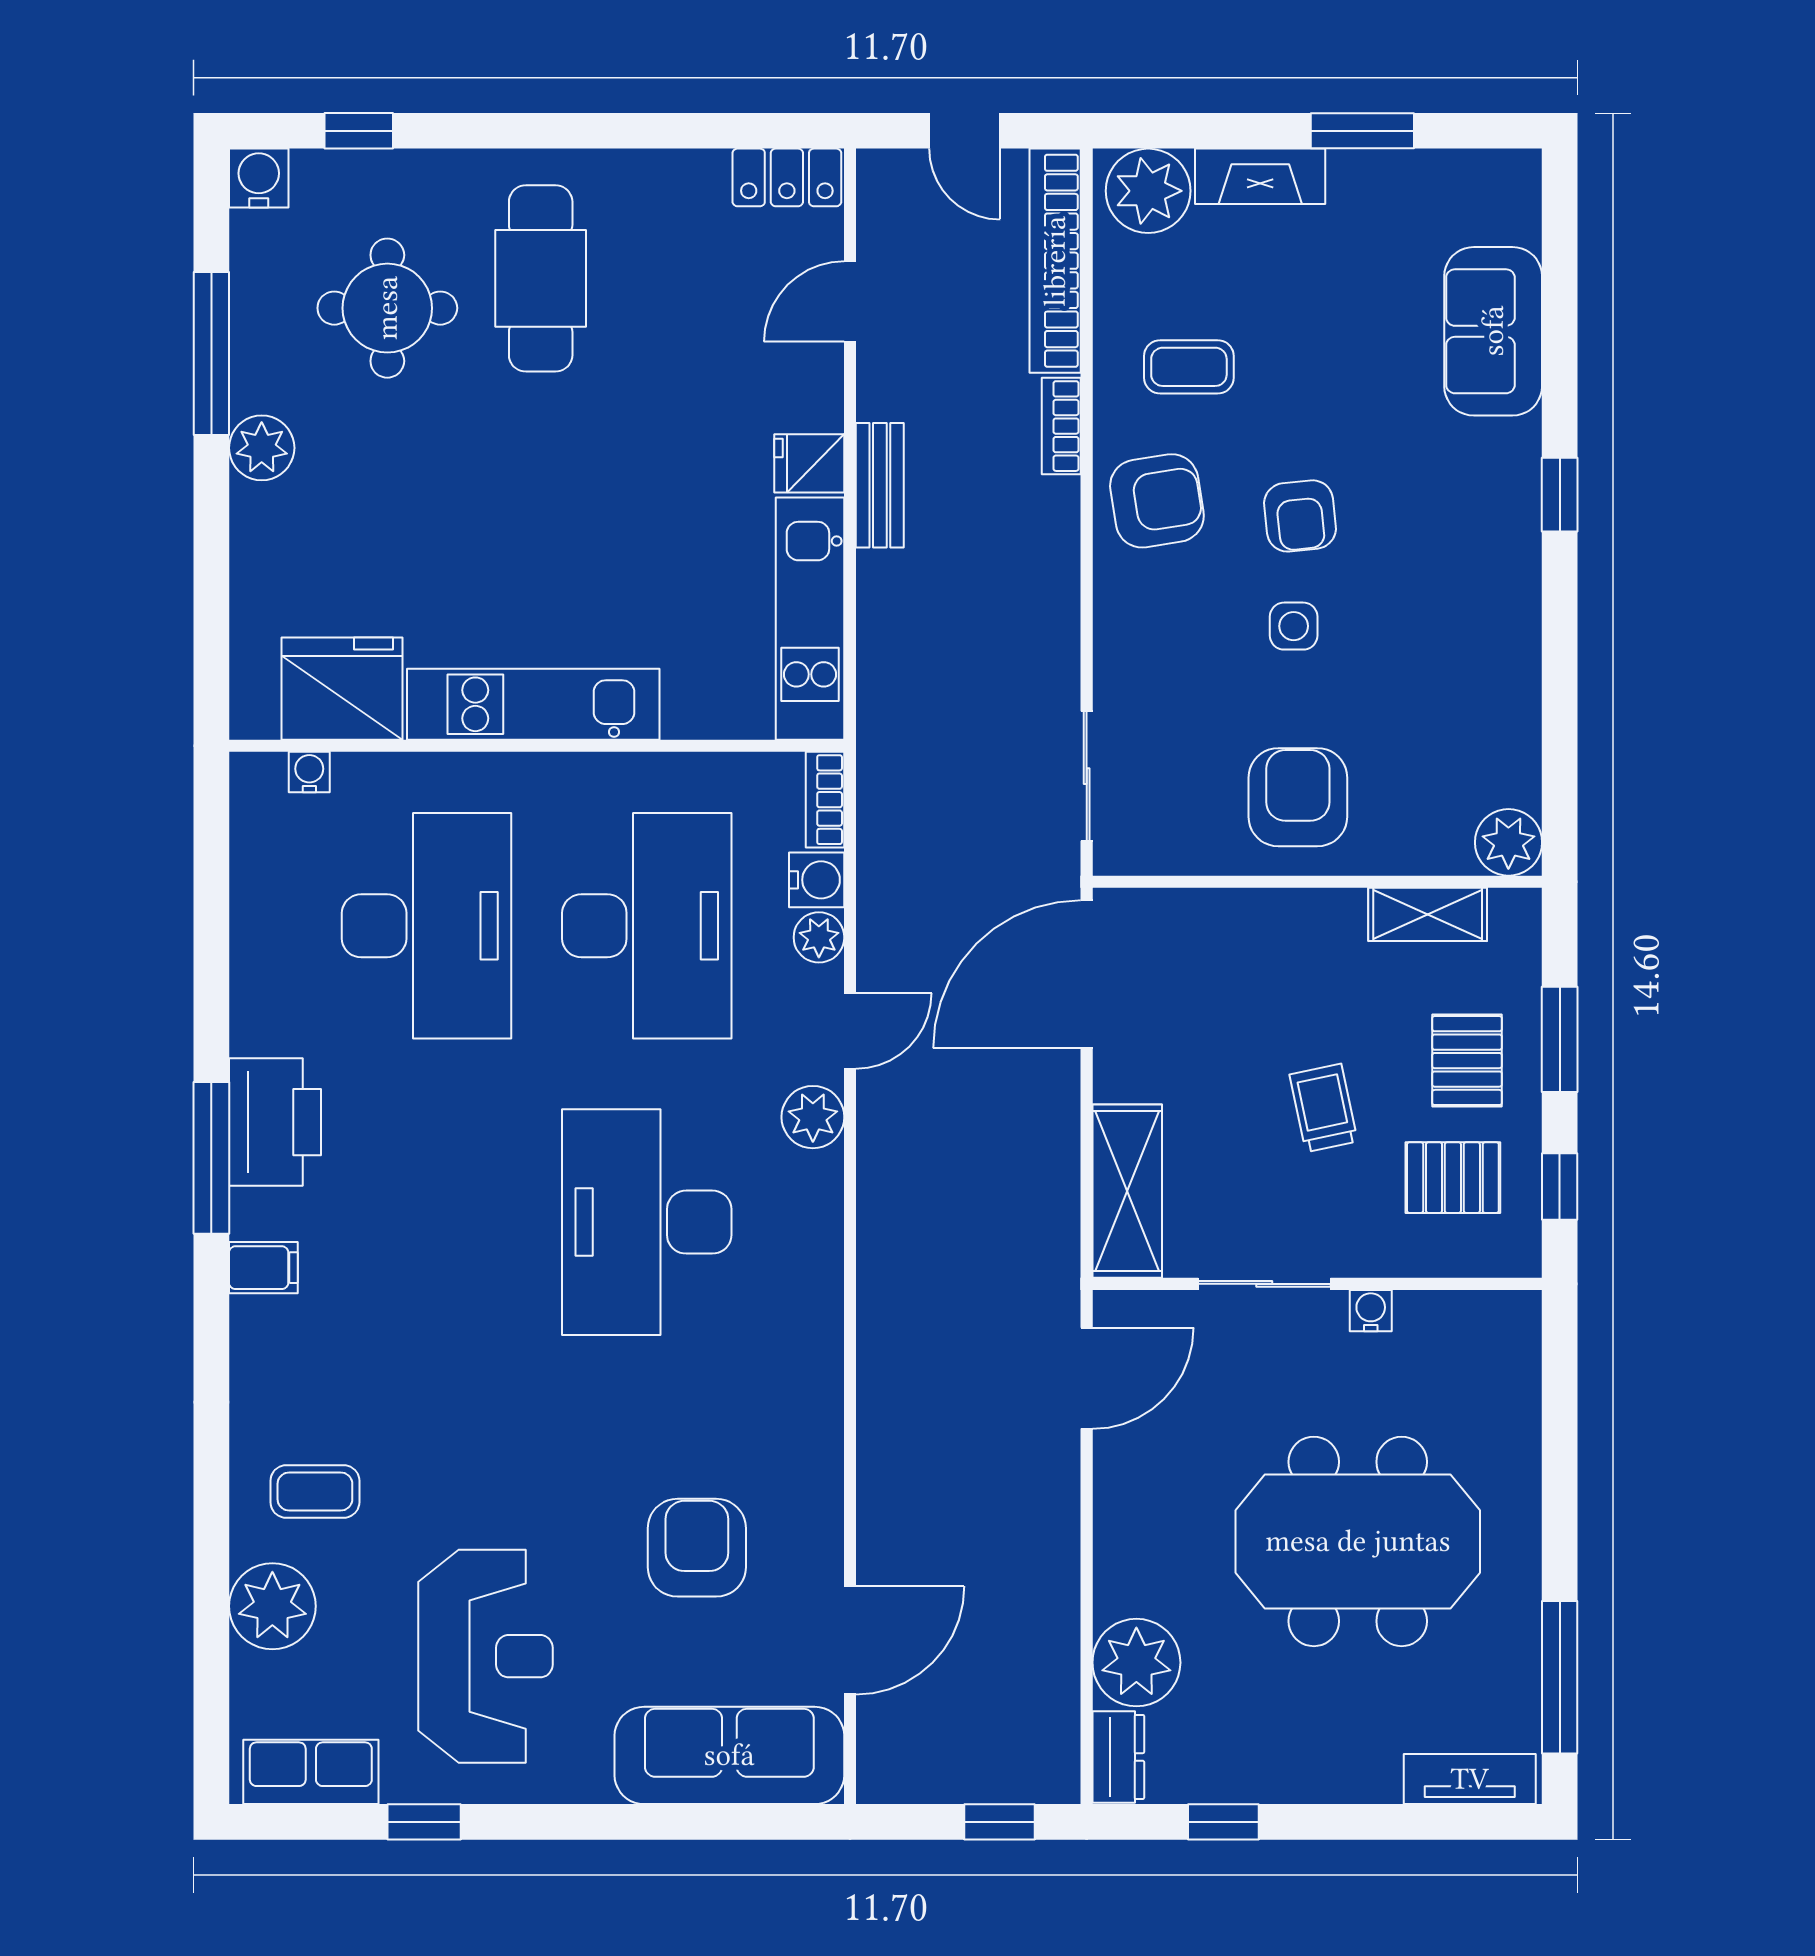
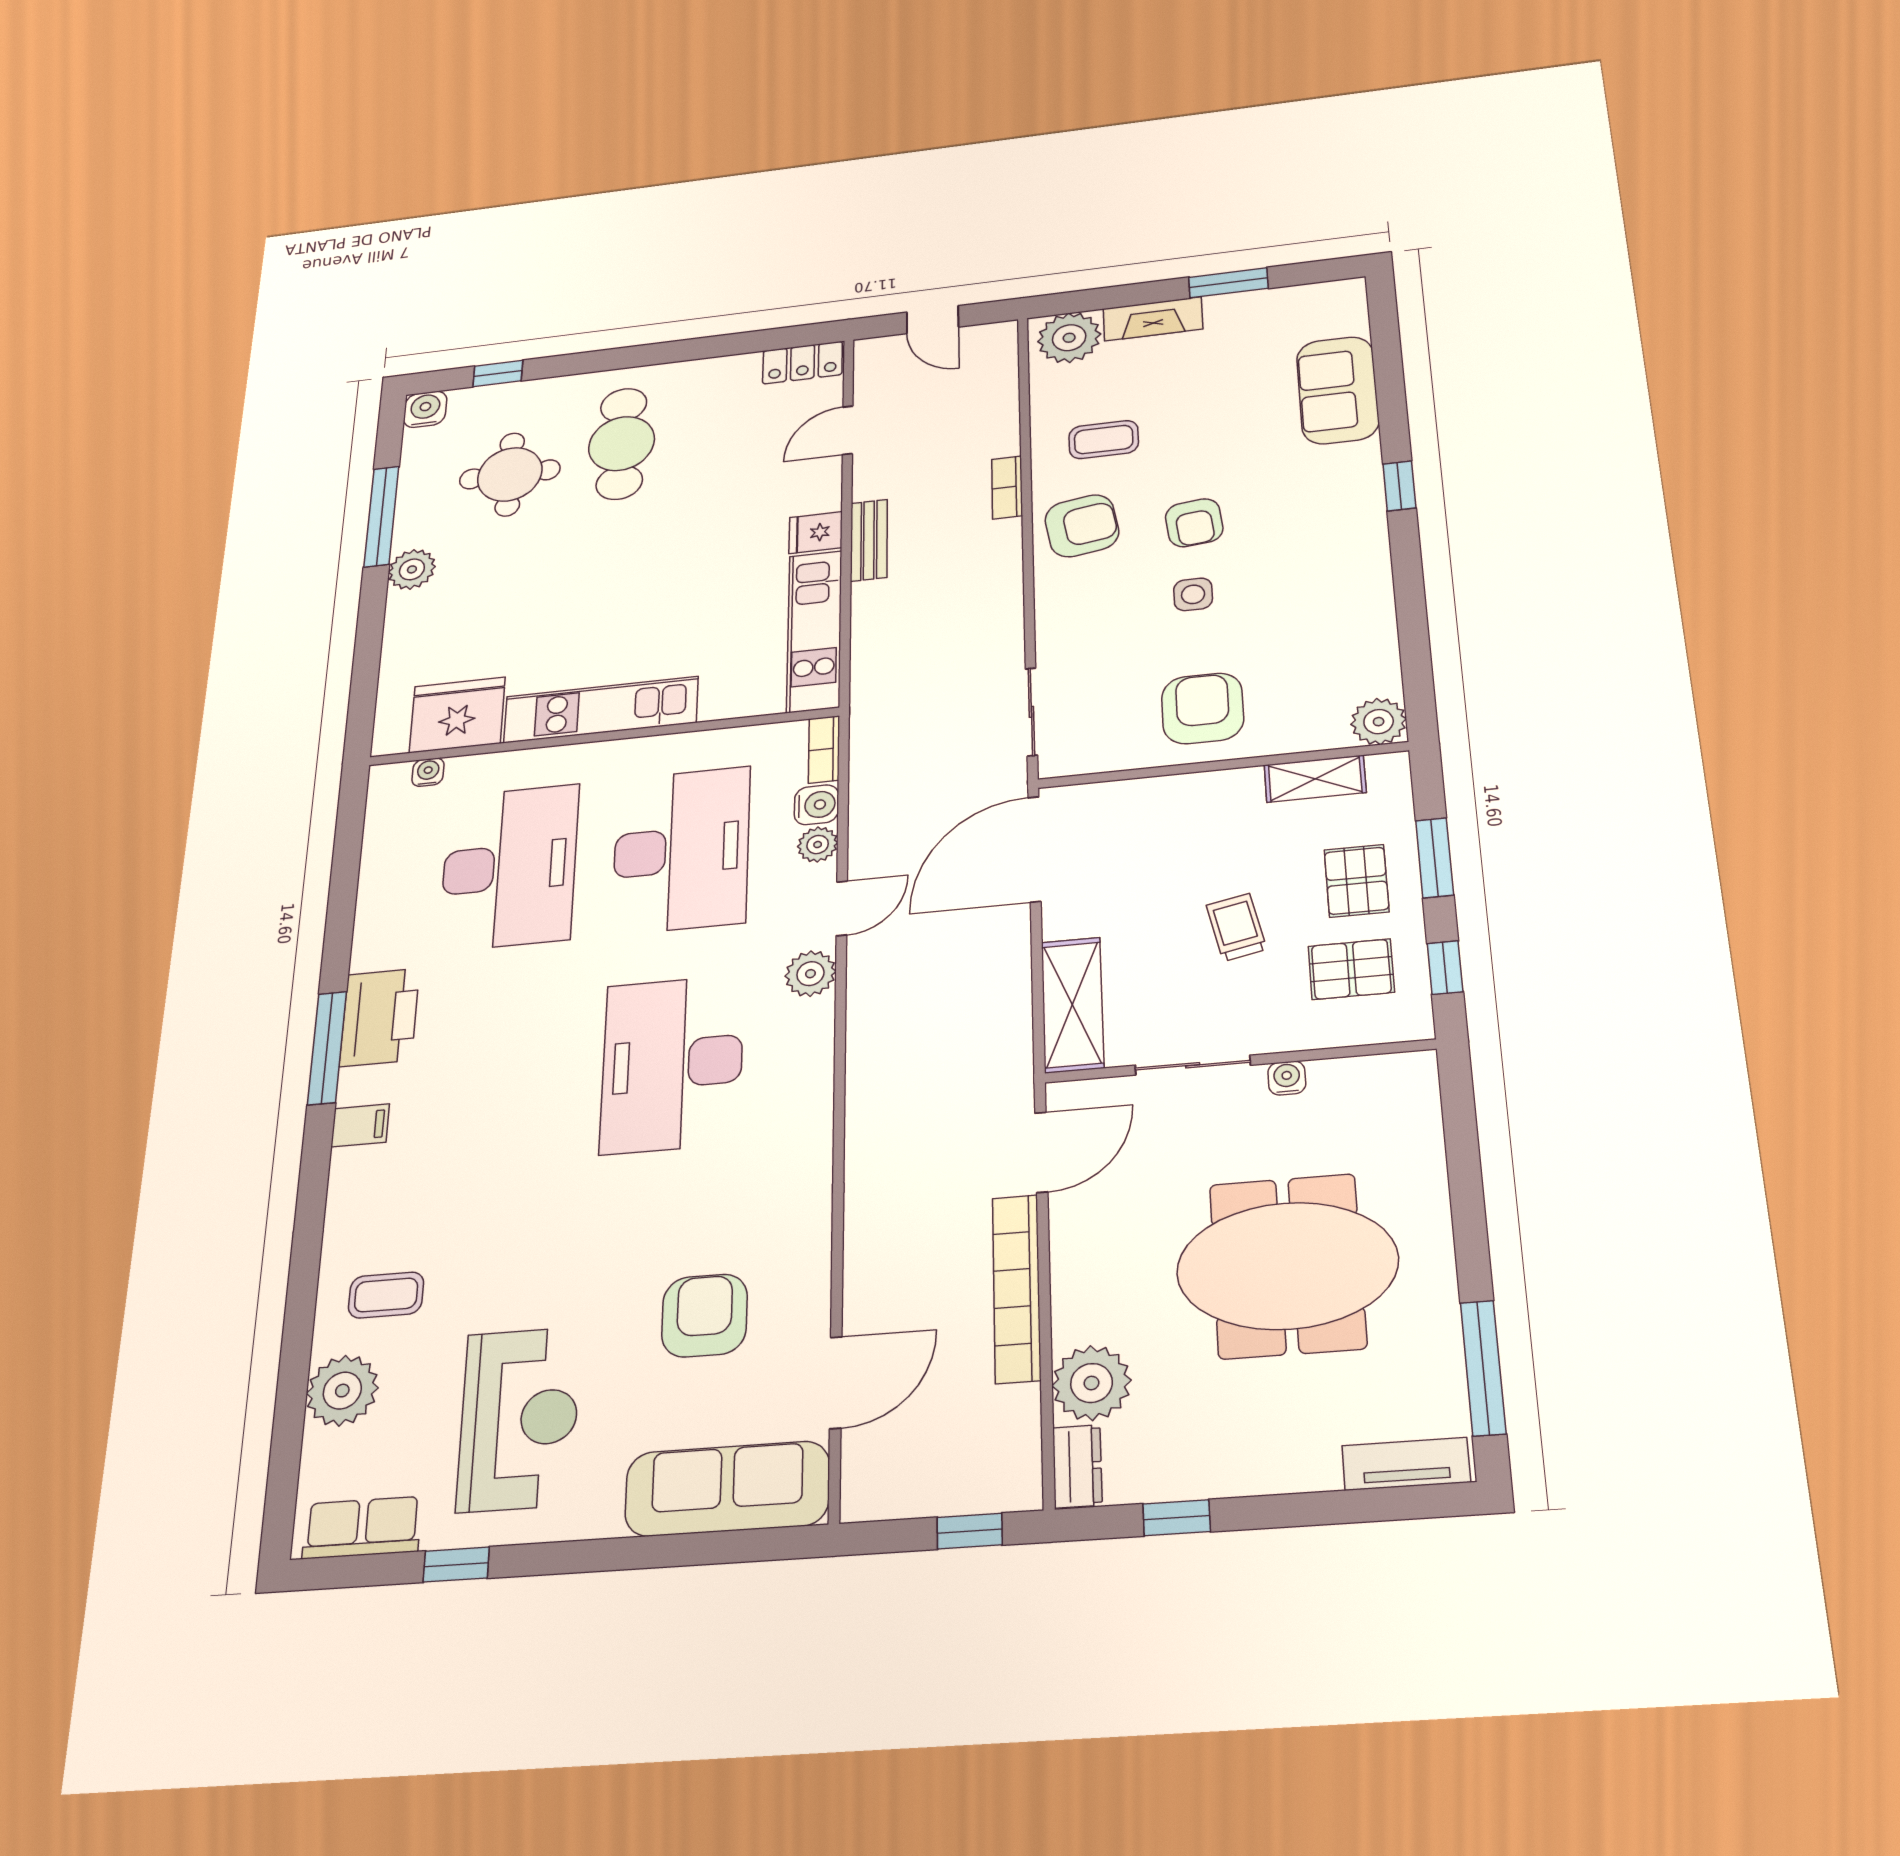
bookcase: (1055, 261) -> (1016, 1288), moved

